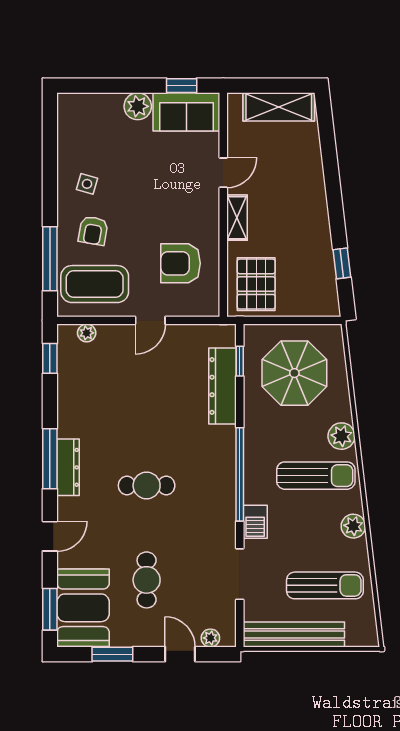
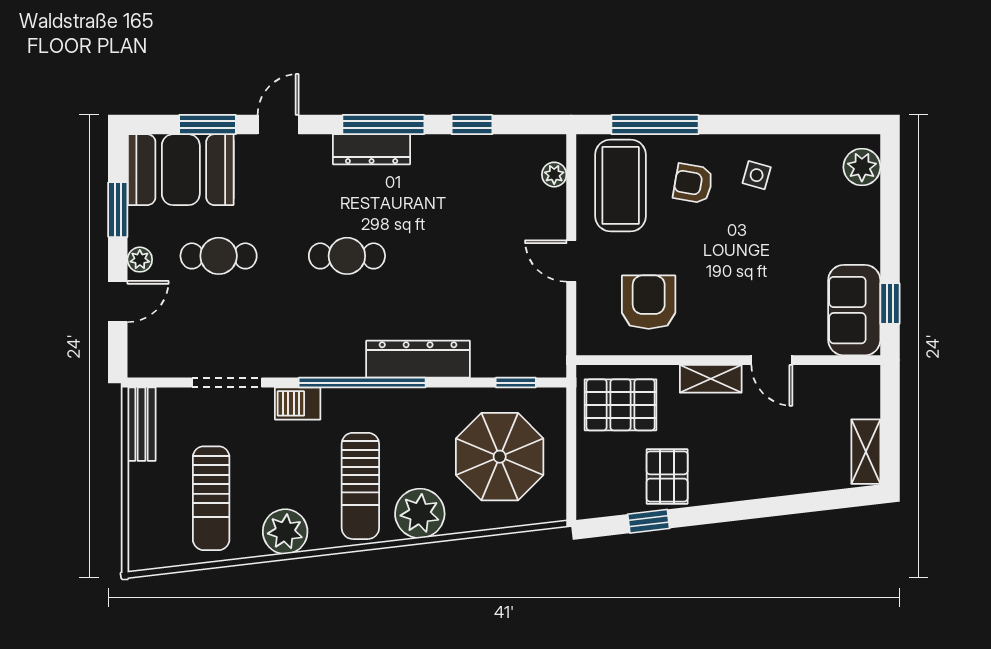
plant: (138, 106) -> (862, 167), moved
shelving: (279, 107) -> (866, 452), width x0.67, depth x0.75
pallet: (309, 250) -> (667, 476), added
window: (50, 358) -> (472, 125), moved
dresser: (223, 386) -> (418, 359), moved
plant: (341, 436) -> (420, 513), width x1.36, depth x1.36
cafe table: (147, 485) -> (347, 256), turned 90
plant: (353, 526) -> (285, 532), width x1.36, depth x1.36
door: (50, 536) -> (278, 125), swing flipped
window: (50, 609) -> (207, 125), moved
bench: (294, 635) -> (142, 424), width x0.54, depth x0.82
plant: (210, 638) -> (140, 260), moved

